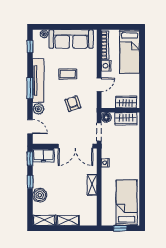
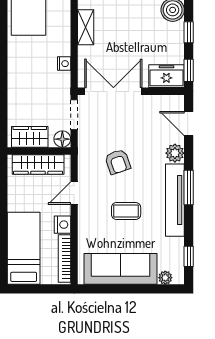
wardrobe: (126, 102) -> (38, 164), width x1.50

